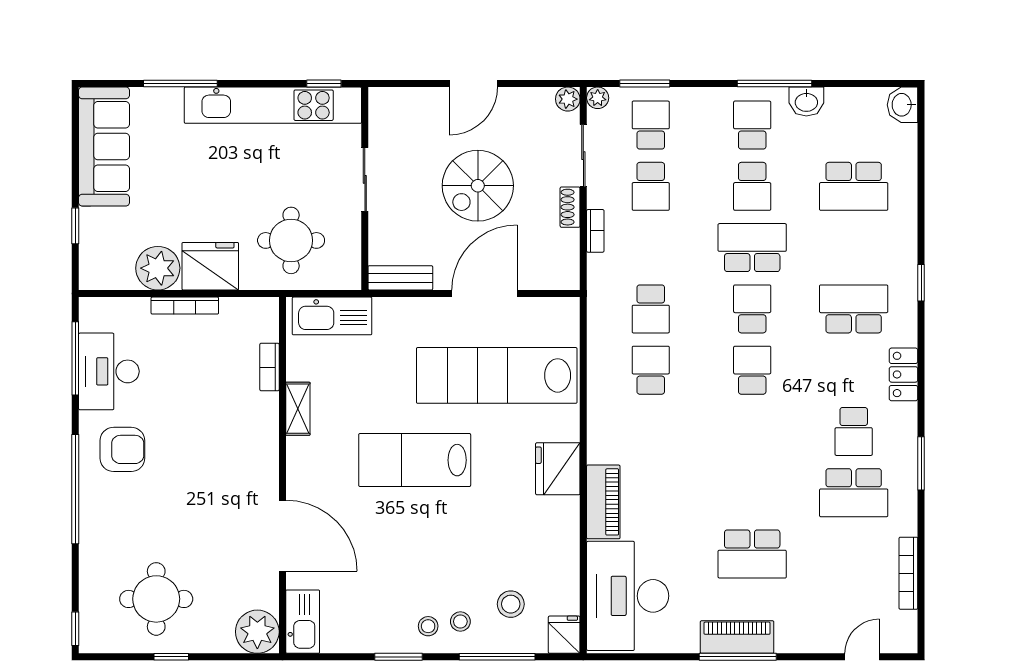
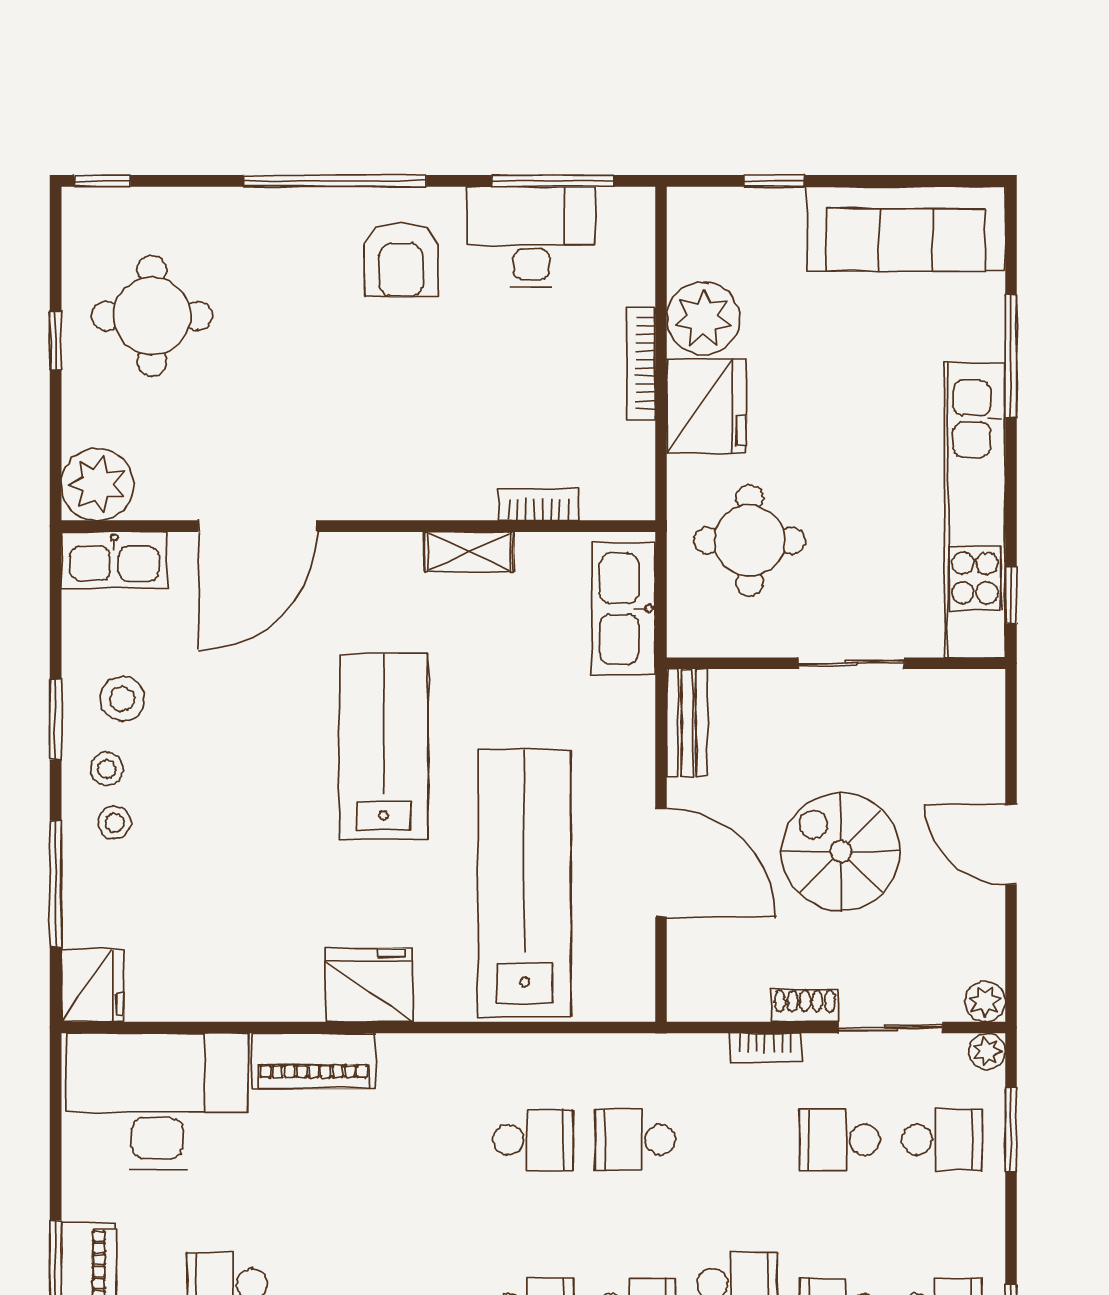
stool: (511, 604) -> (122, 699), moved
fridge: (564, 635) -> (92, 986), width x1.38

